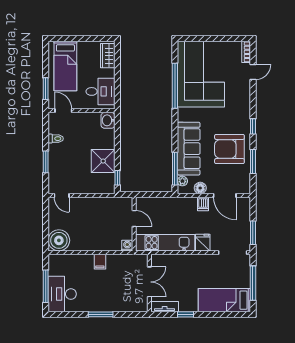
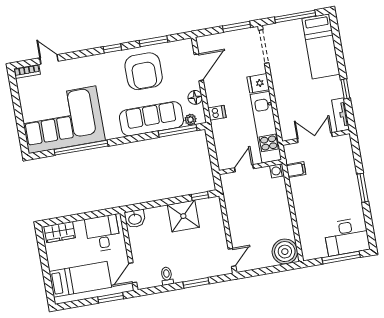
dishwasher: (203, 204) -> (217, 113), moved
filing cabinet: (100, 262) -> (296, 170), moved

